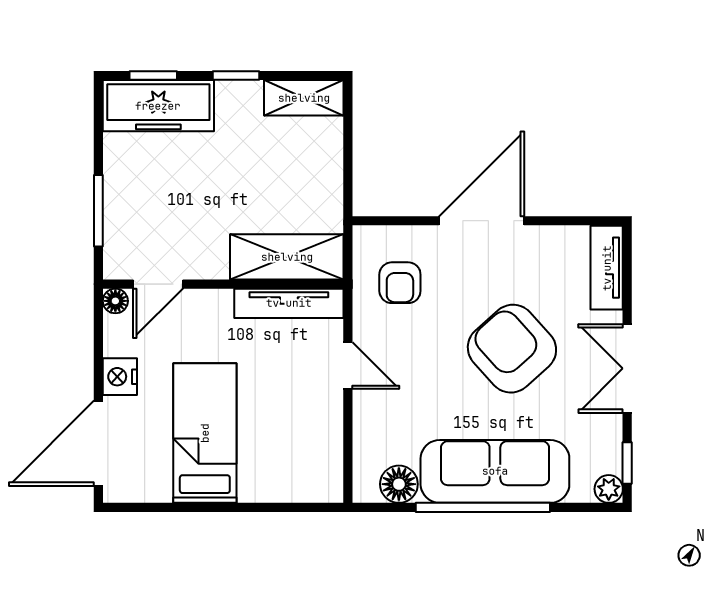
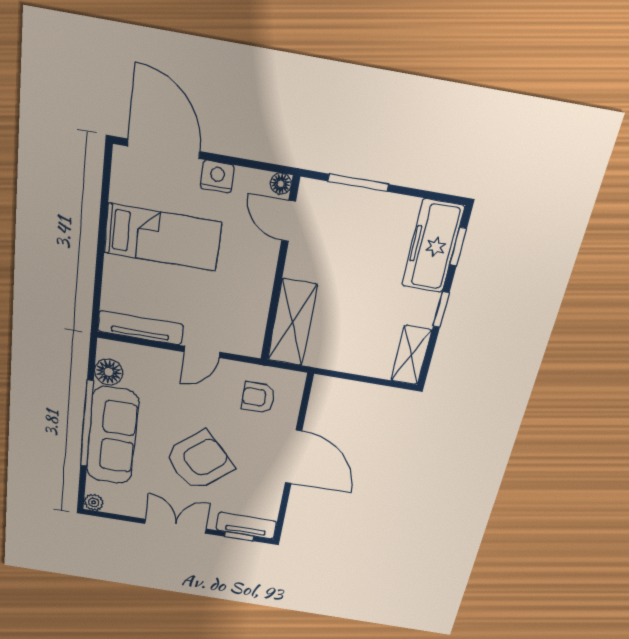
tv unit: (289, 303) -> (140, 328), moved, turned 90
window: (627, 463) -> (239, 536), moved

